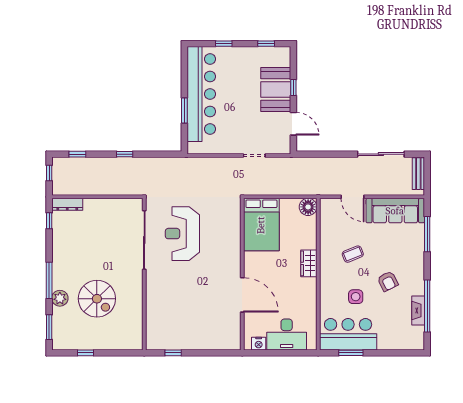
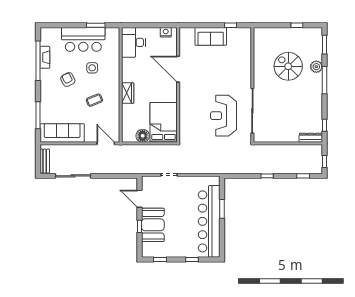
door: (353, 197) -> (106, 143), moved
floor lamp: (308, 207) -> (143, 136), moved
reception desk: (182, 234) -> (224, 116), turned 180
desk: (287, 334) -> (133, 42), moved, turned -90
bar counter: (348, 334) -> (83, 39), moved
sofa: (199, 338) -> (211, 36), added

